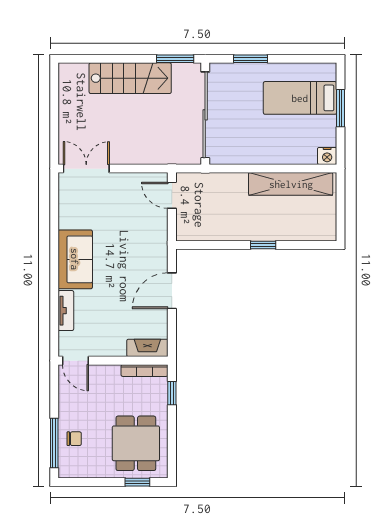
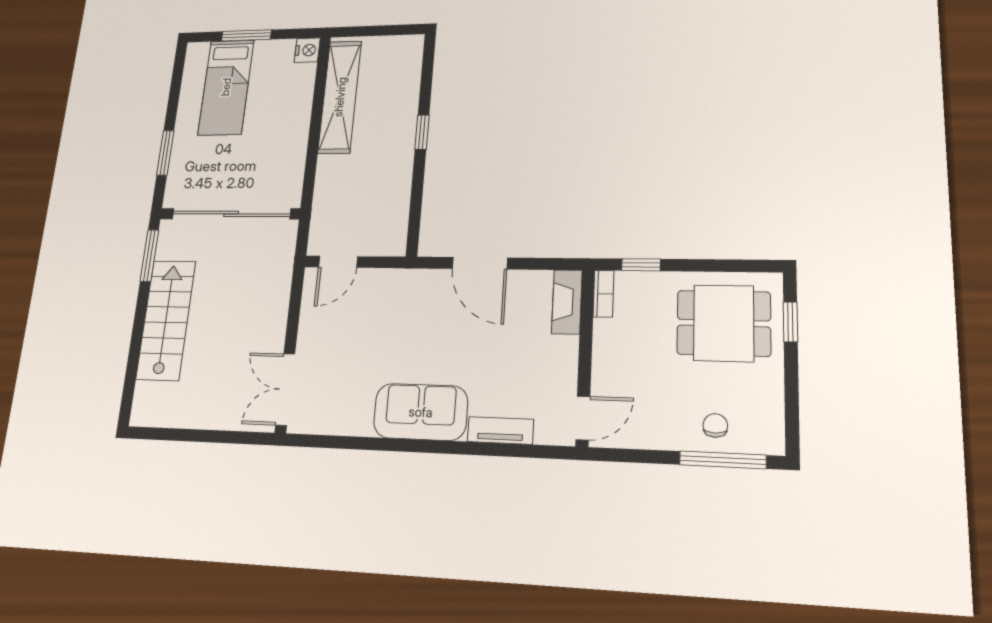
bookcase: (145, 371) -> (604, 294), width x0.64

